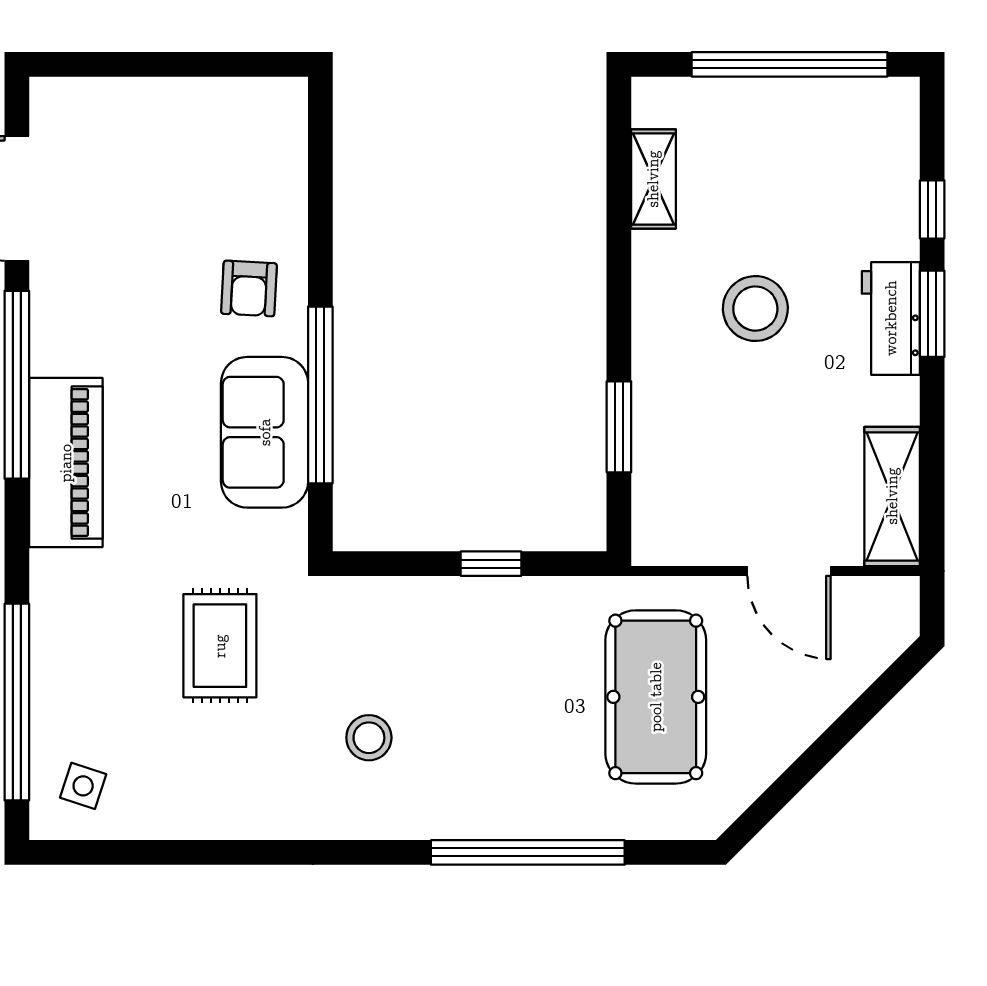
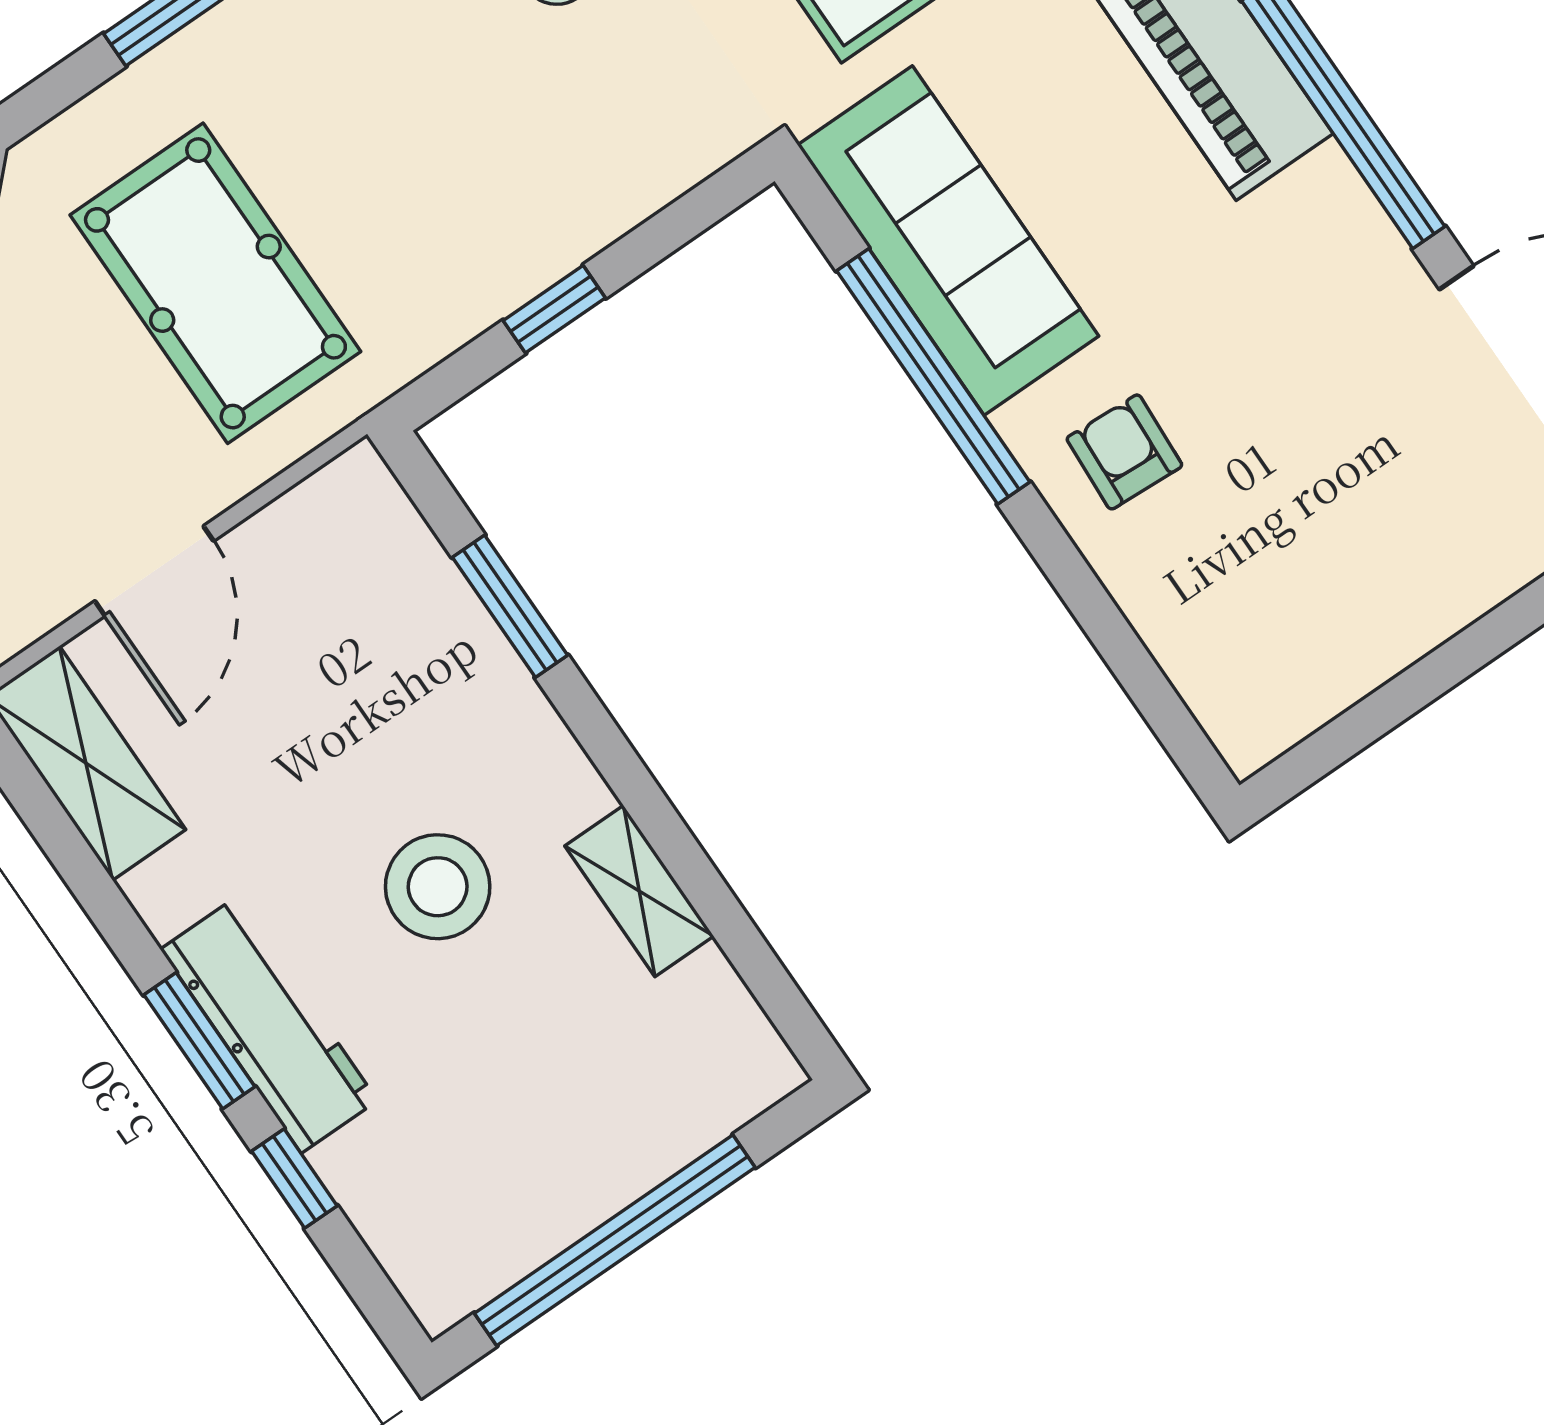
shelving: (653, 179) -> (639, 891), moved
workbench: (891, 318) -> (269, 1025), width x1.38
sofa: (265, 432) -> (948, 241), width x1.36
door: (789, 571) -> (154, 571), swing flipped

